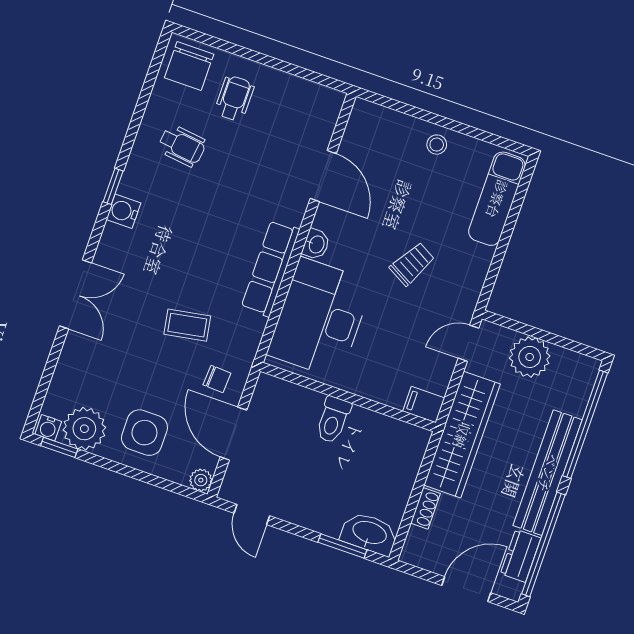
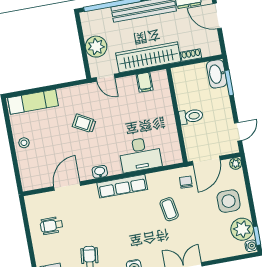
wheelchair: (234, 98) -> (52, 226), moved
desk: (320, 318) -> (140, 154), width x0.73, depth x0.77
wall: (348, 397) -> (177, 115), moved
toilet: (333, 420) -> (191, 116), moved

